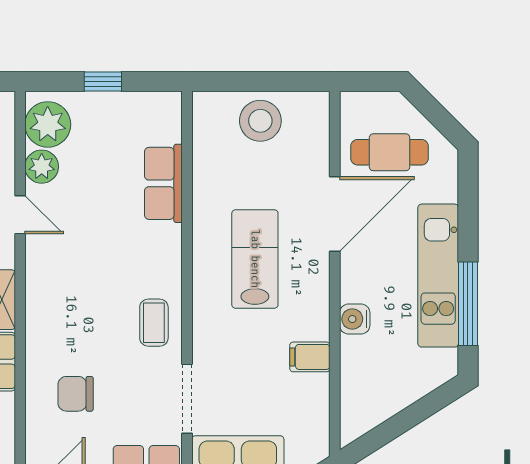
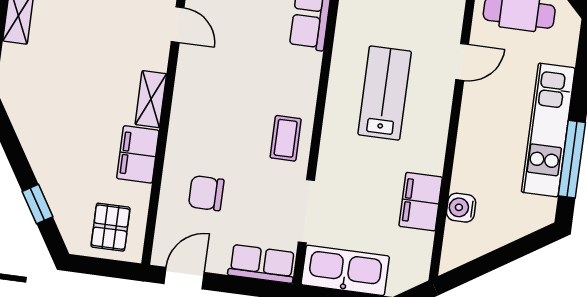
door: (335, 214) -> (462, 62), width x0.53
water cooler: (355, 319) -> (461, 208), moved
filing cabinet: (310, 357) -> (421, 202), width x2.00

